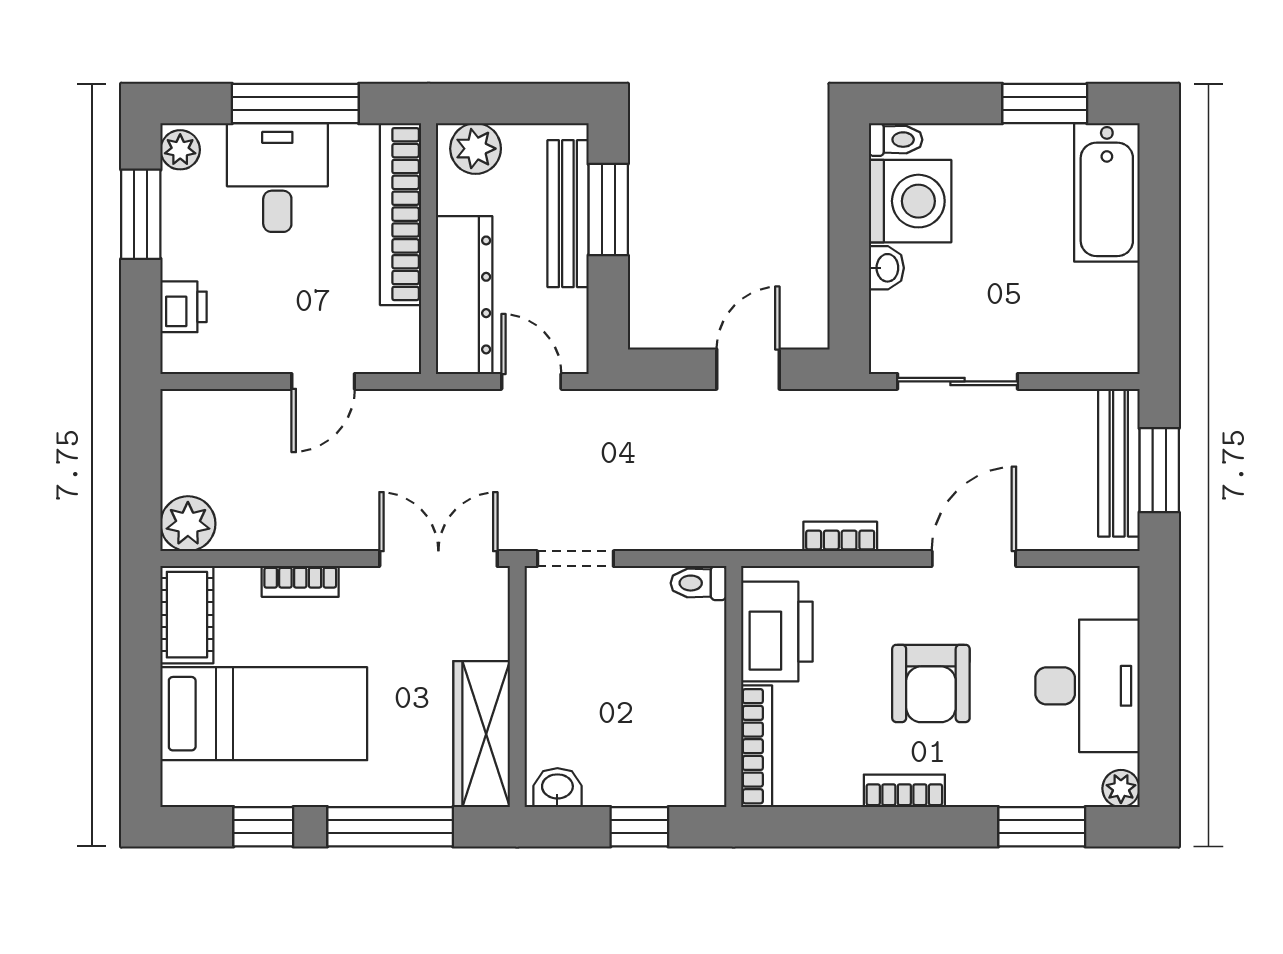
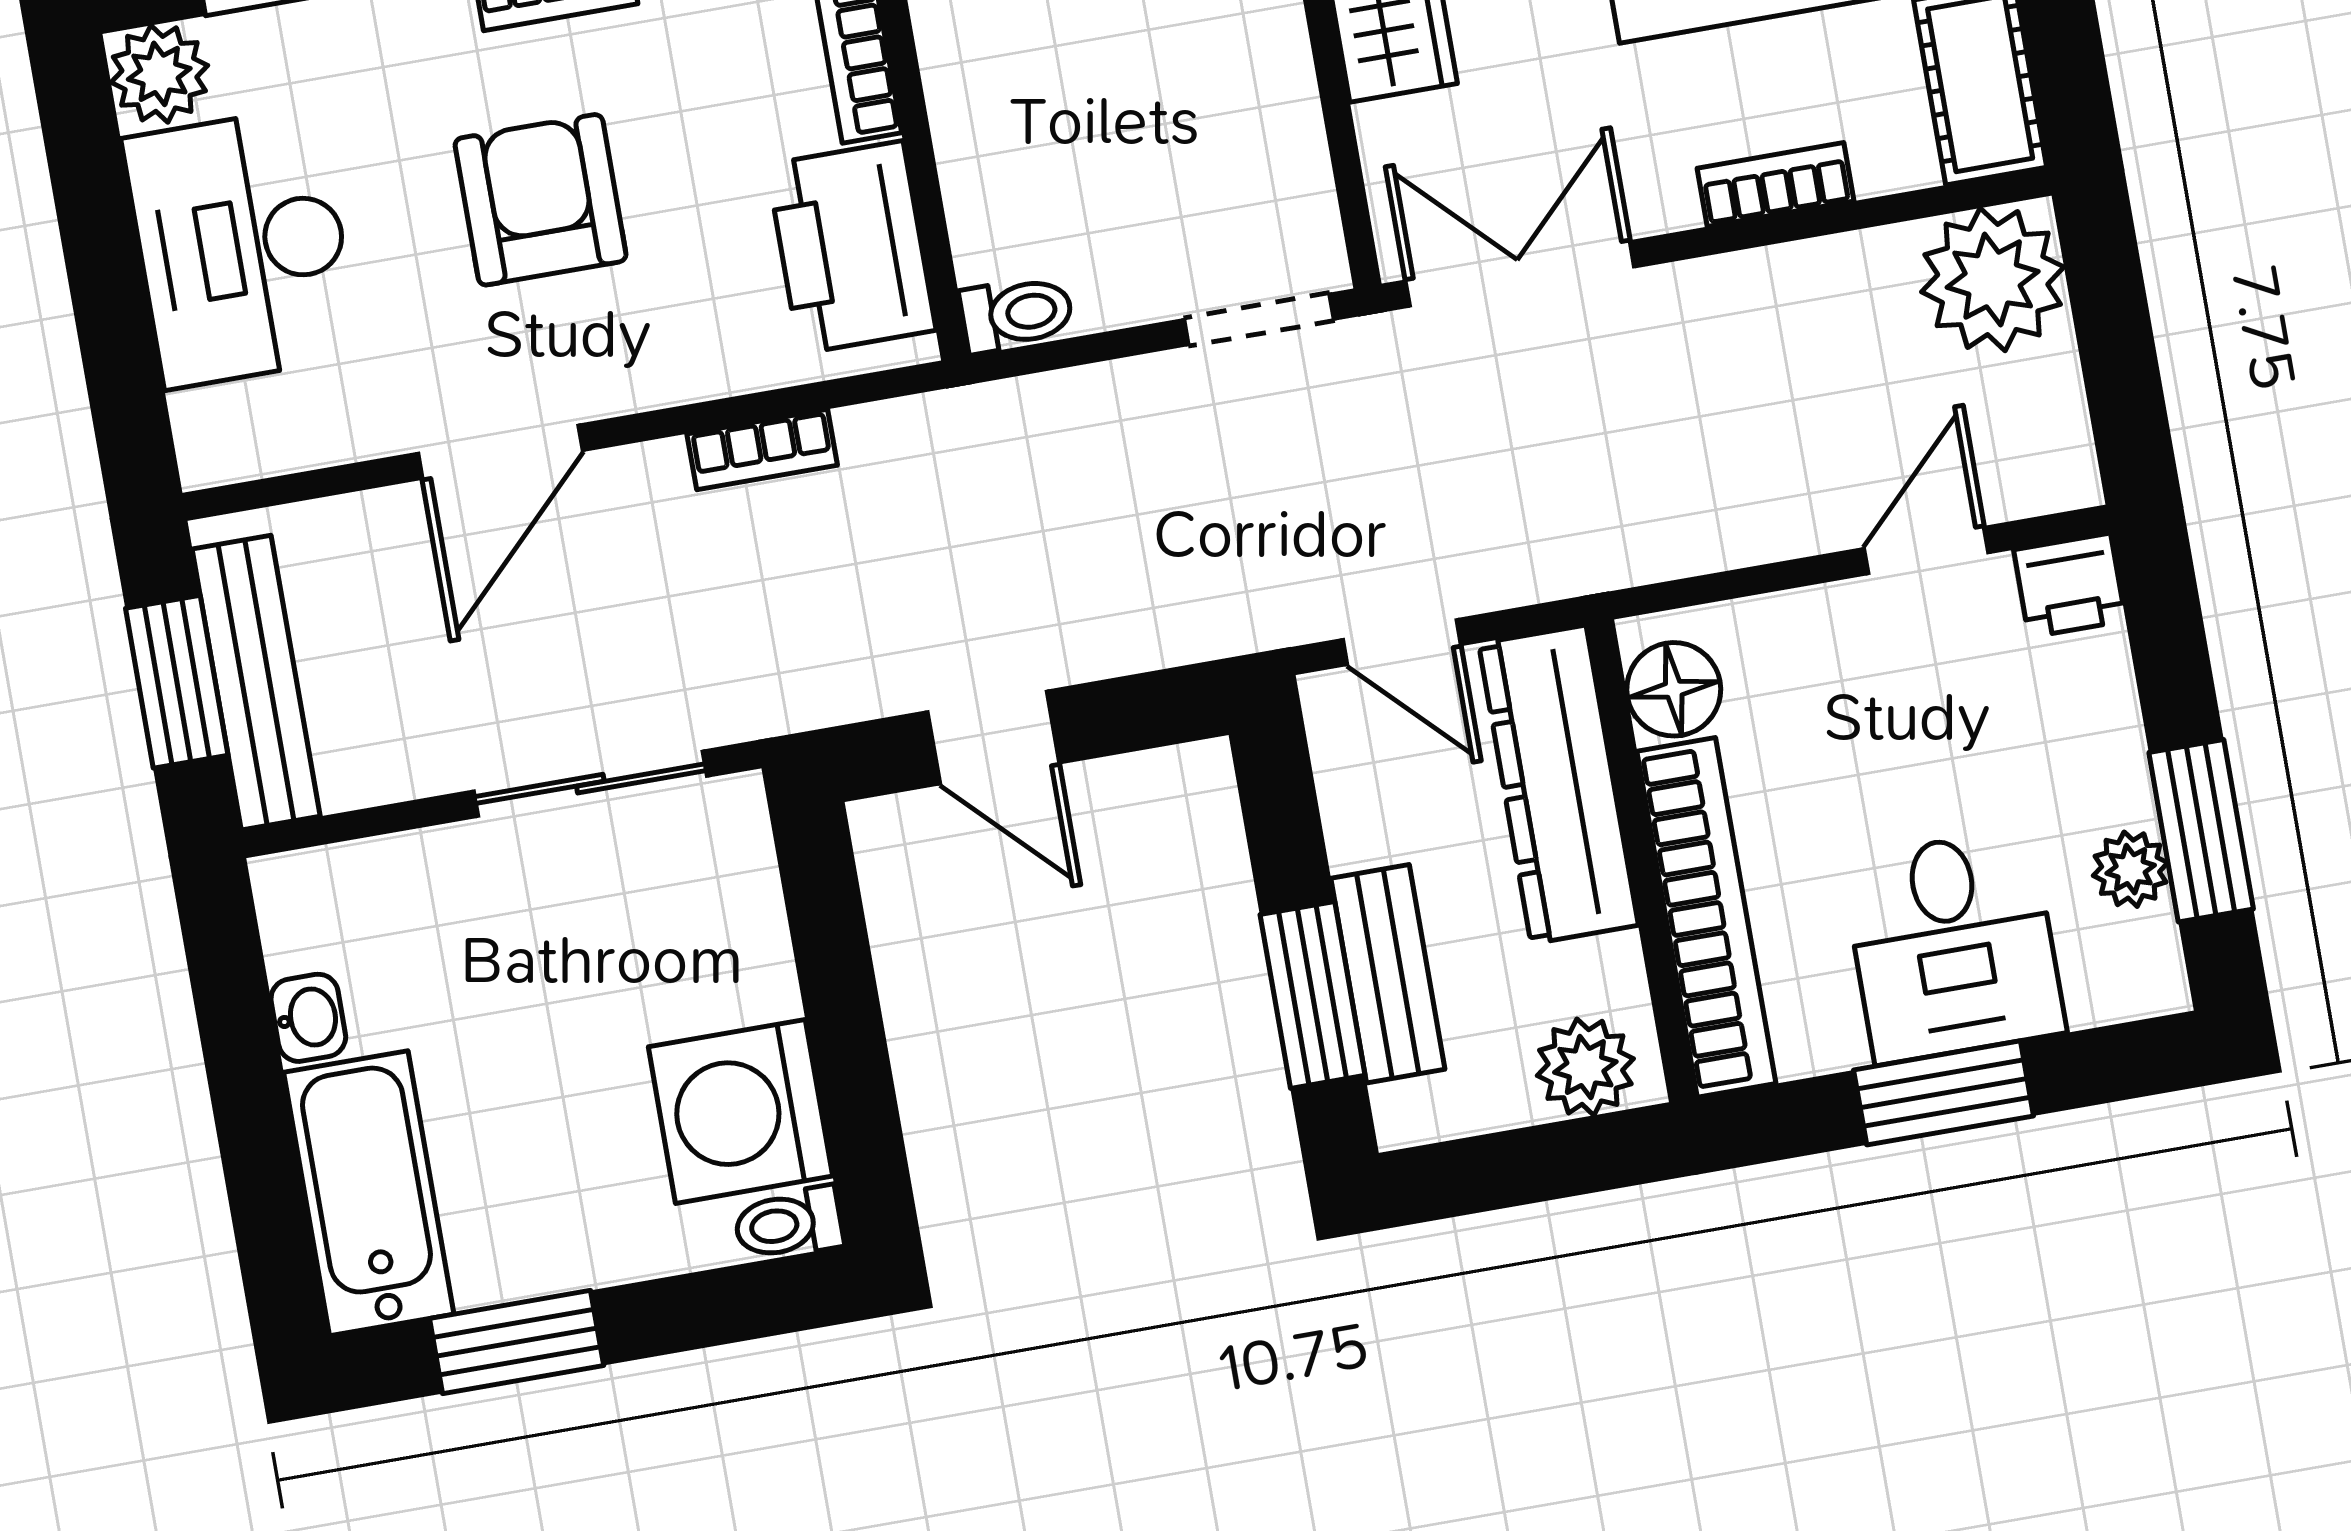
window: (295, 104) -> (1944, 1093), width x0.69
plant: (180, 150) -> (2131, 869), moved
bench: (568, 214) -> (1388, 974), width x0.73
washbasin: (886, 268) -> (308, 1018), moved, turned 180
printer: (184, 307) -> (2070, 585), moved, turned -90
floor lamp: (397, 333) -> (1674, 689), added
door: (748, 369) -> (993, 737), hinge flipped
door: (323, 381) -> (1926, 551), moved
plant: (188, 524) -> (1993, 279), width x1.36, depth x1.36
double door: (438, 559) -> (1520, 274), swing flipped
plant: (1121, 788) -> (159, 74), width x1.38, depth x1.38

